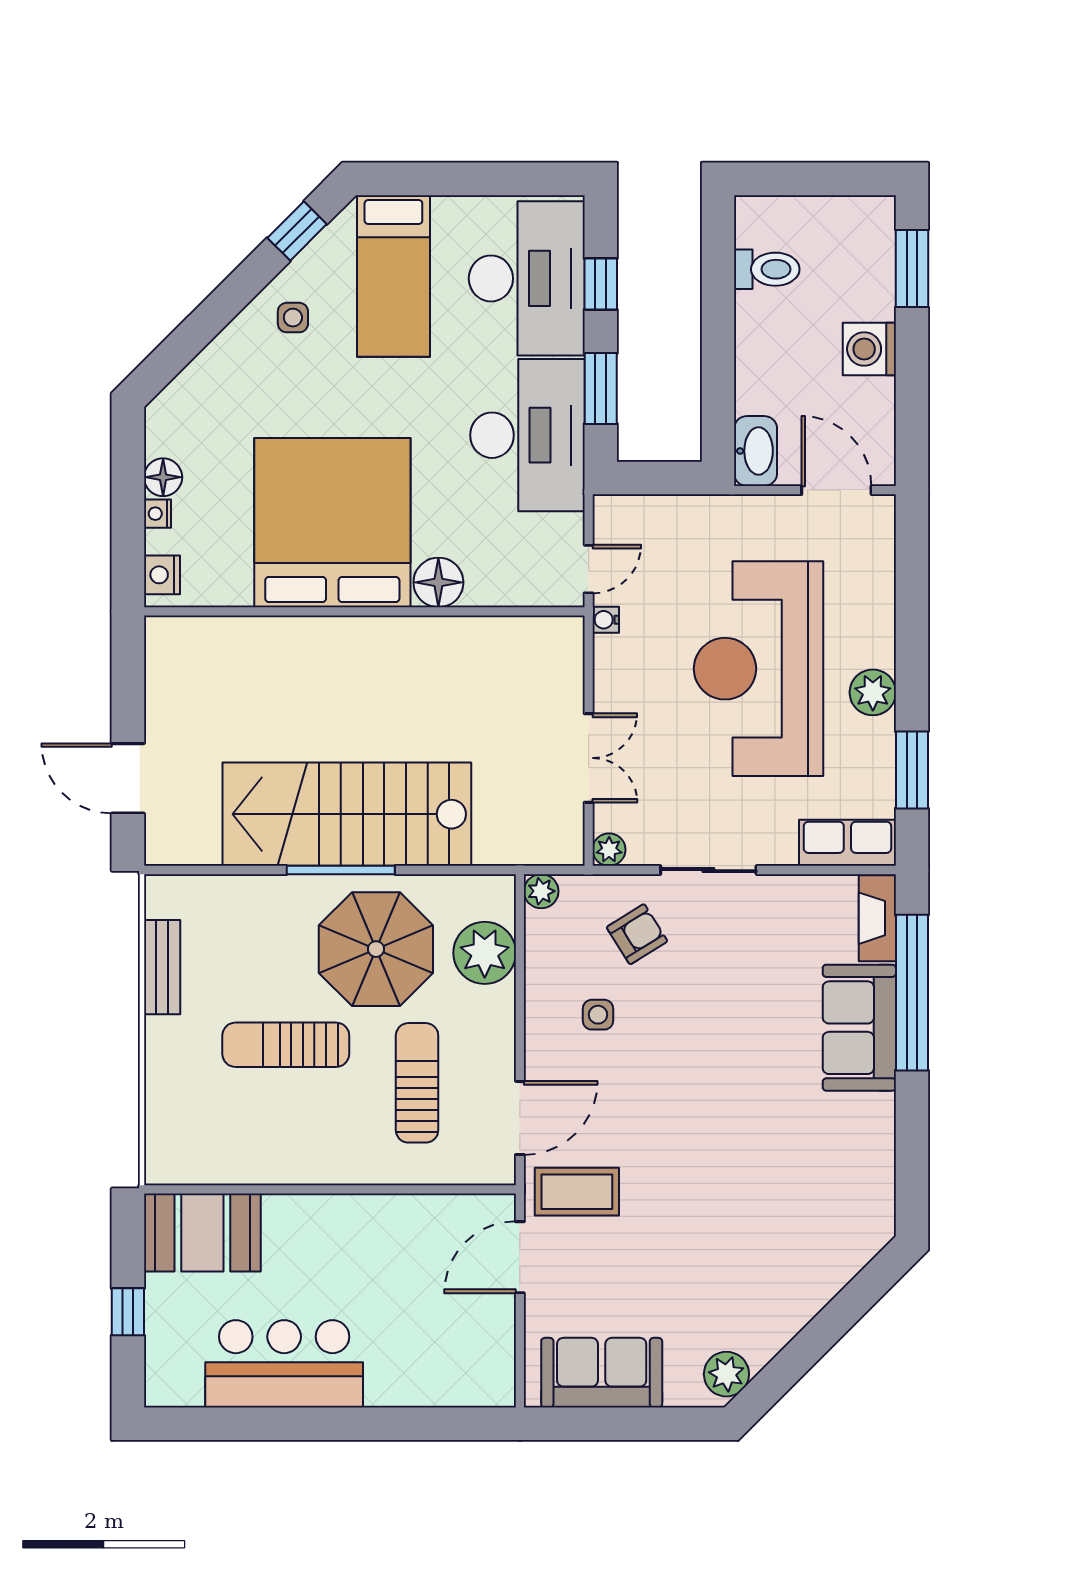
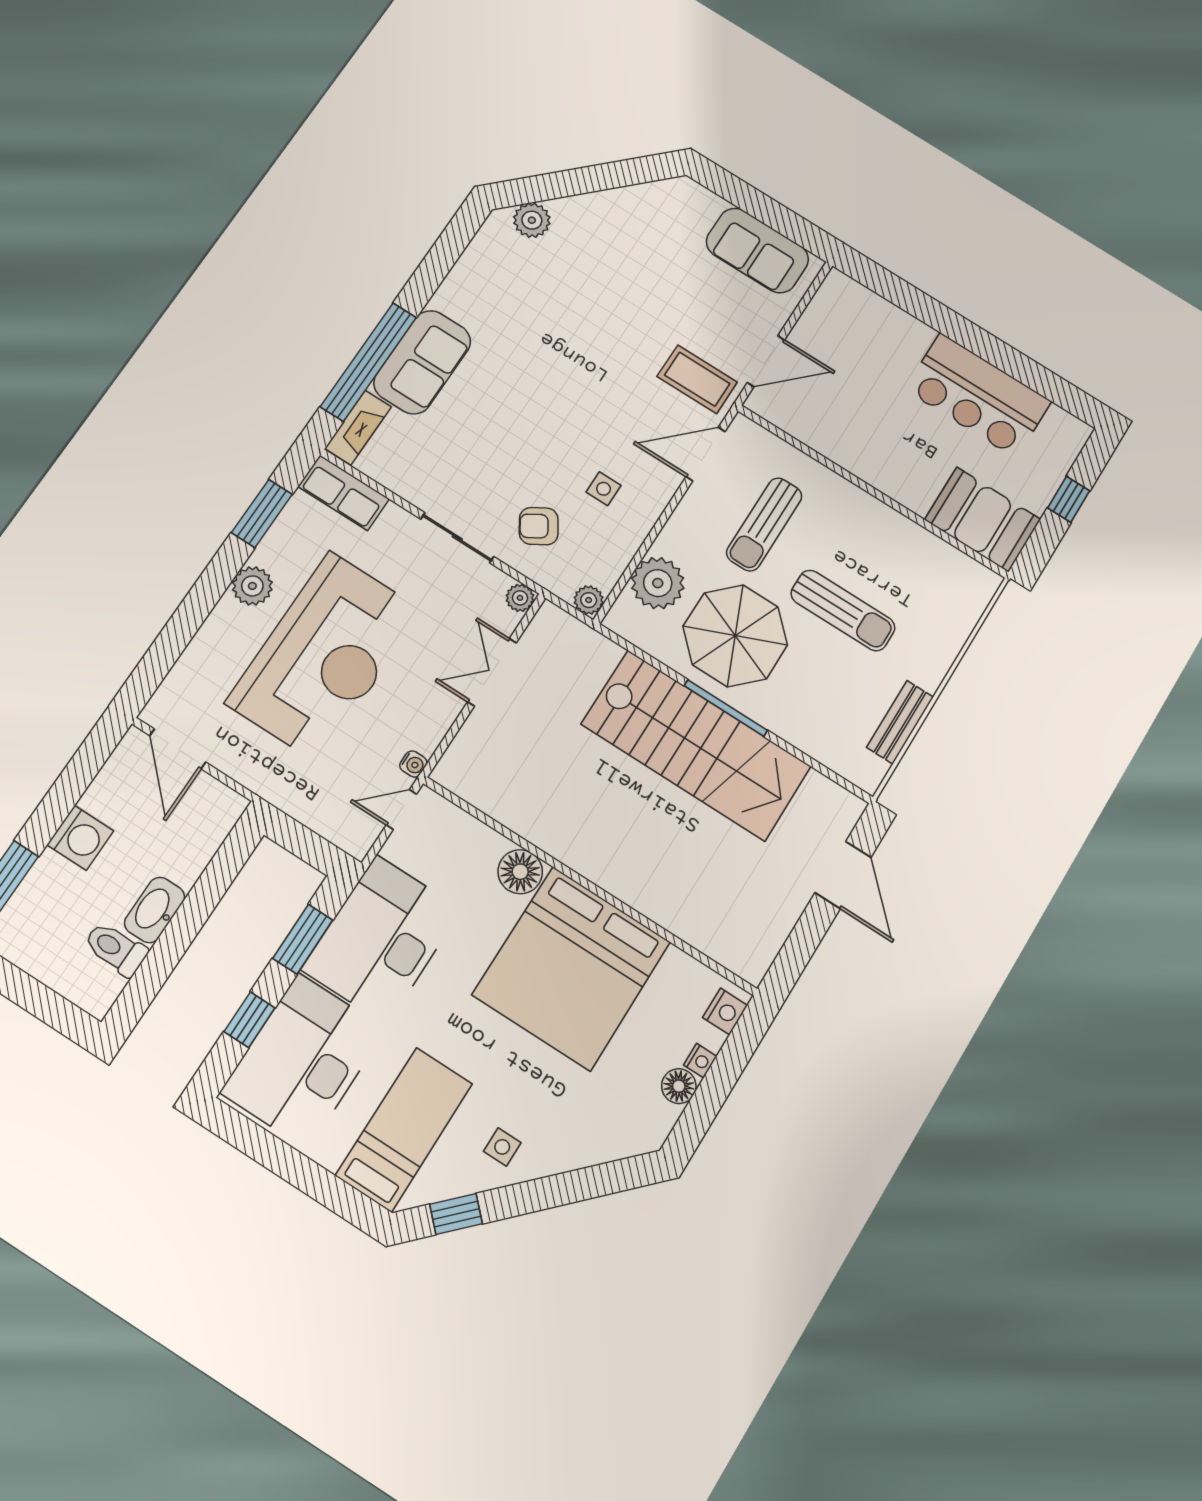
washbasin: (756, 451) -> (155, 910), moved
plant: (726, 1374) -> (532, 220), moved

